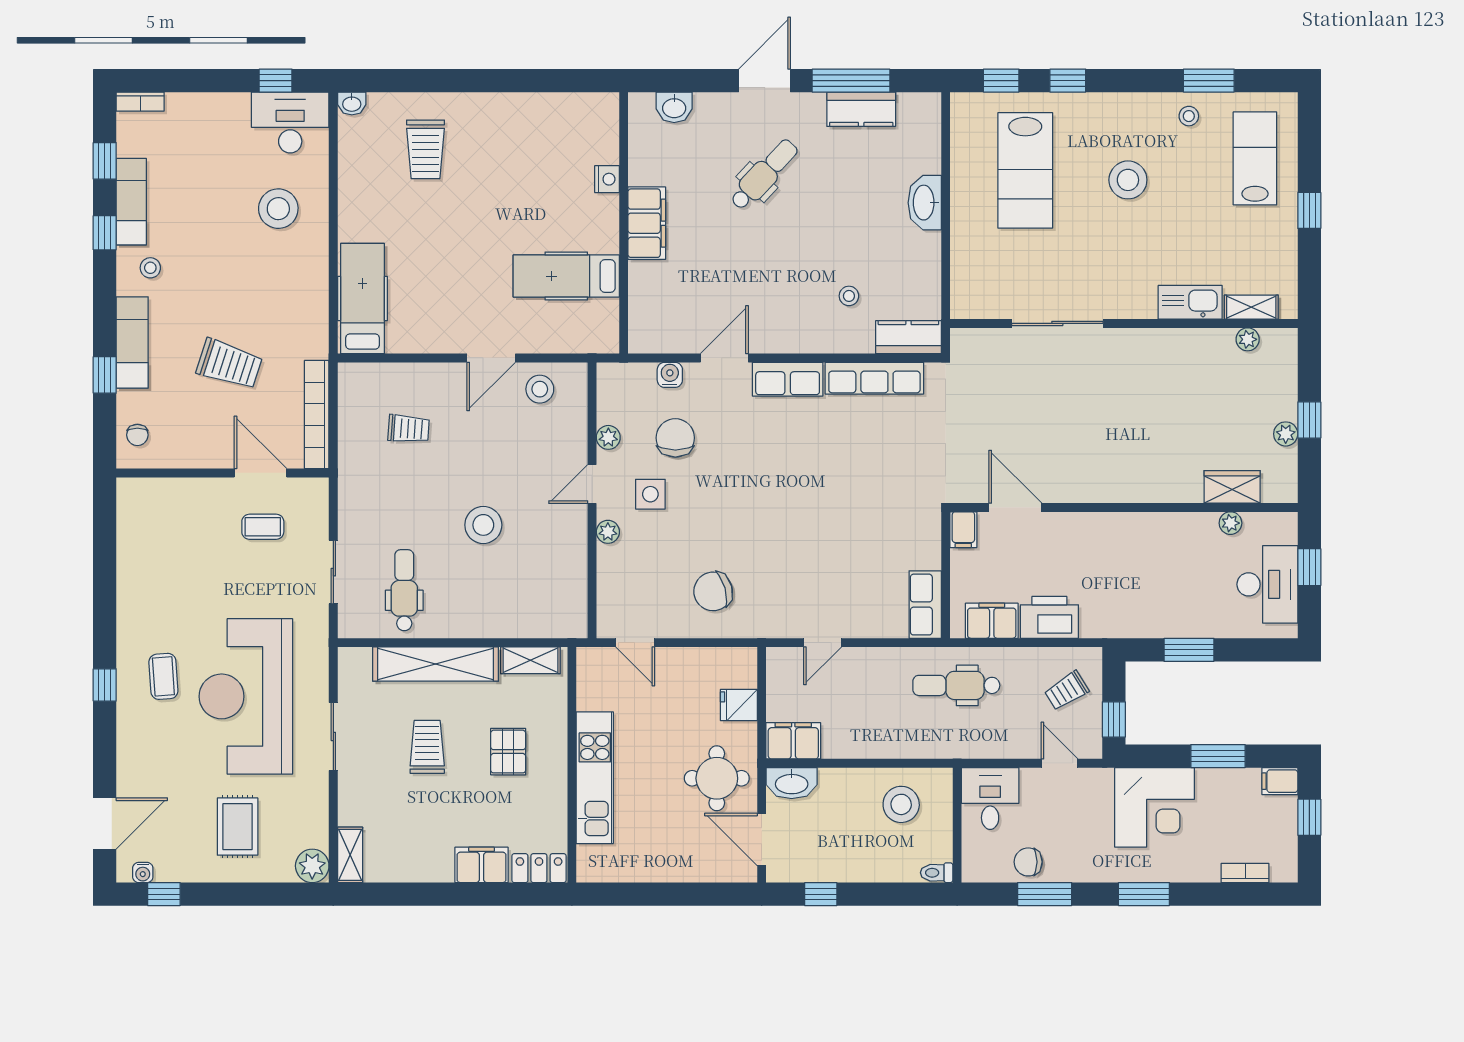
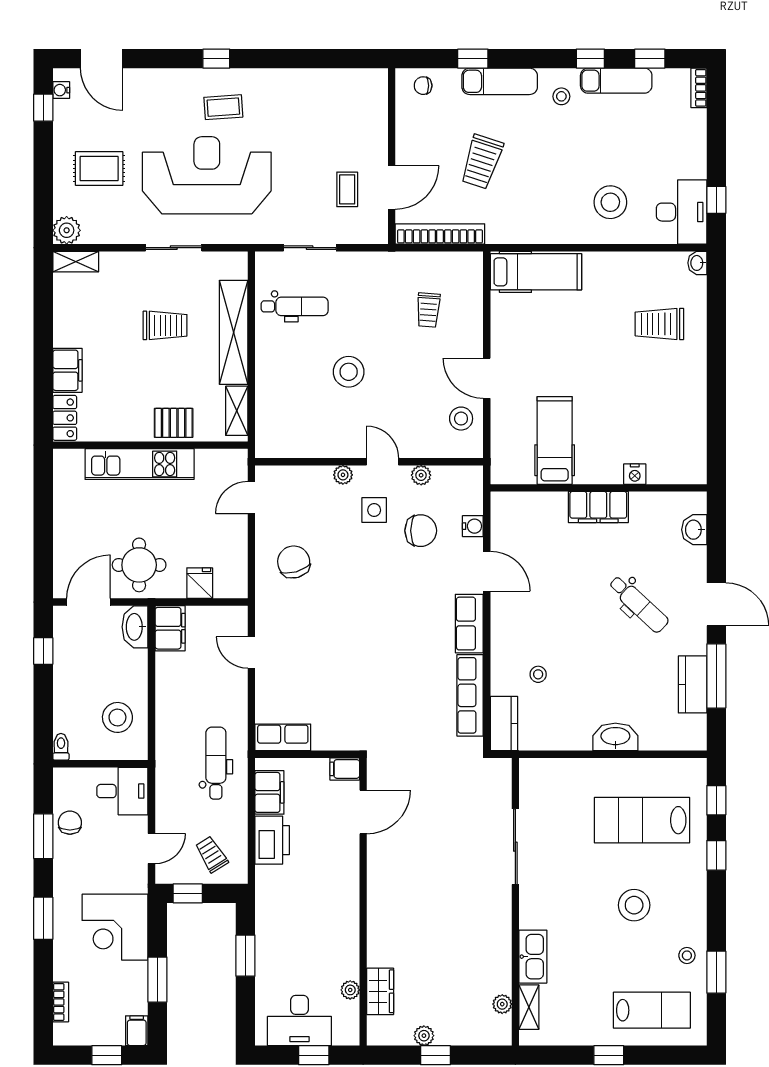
pallet: (508, 752) -> (174, 423), moved

